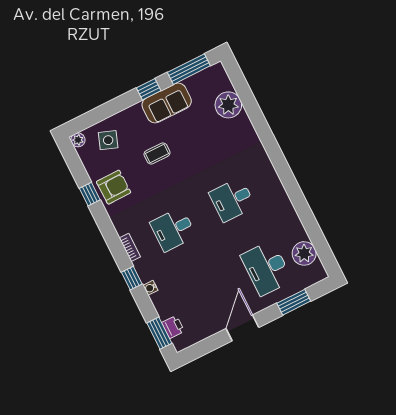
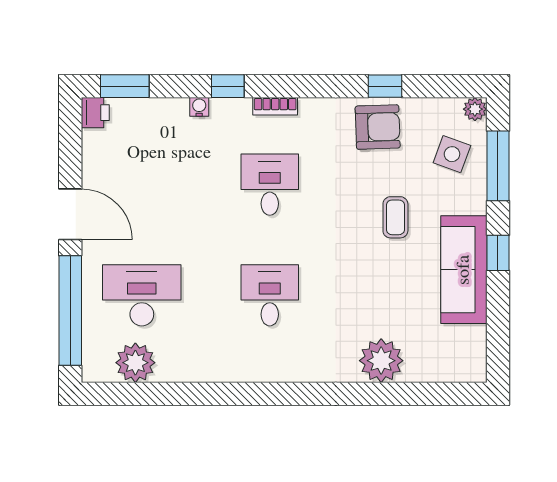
window: (189, 69) -> (498, 166), moved
sofa: (167, 103) -> (464, 270), width x1.36
plant: (228, 105) -> (381, 361), moved
armchair: (114, 187) -> (378, 127), turned -91
window: (294, 302) -> (70, 311), width x2.11
printer: (173, 327) -> (95, 113), moved, turned -90

